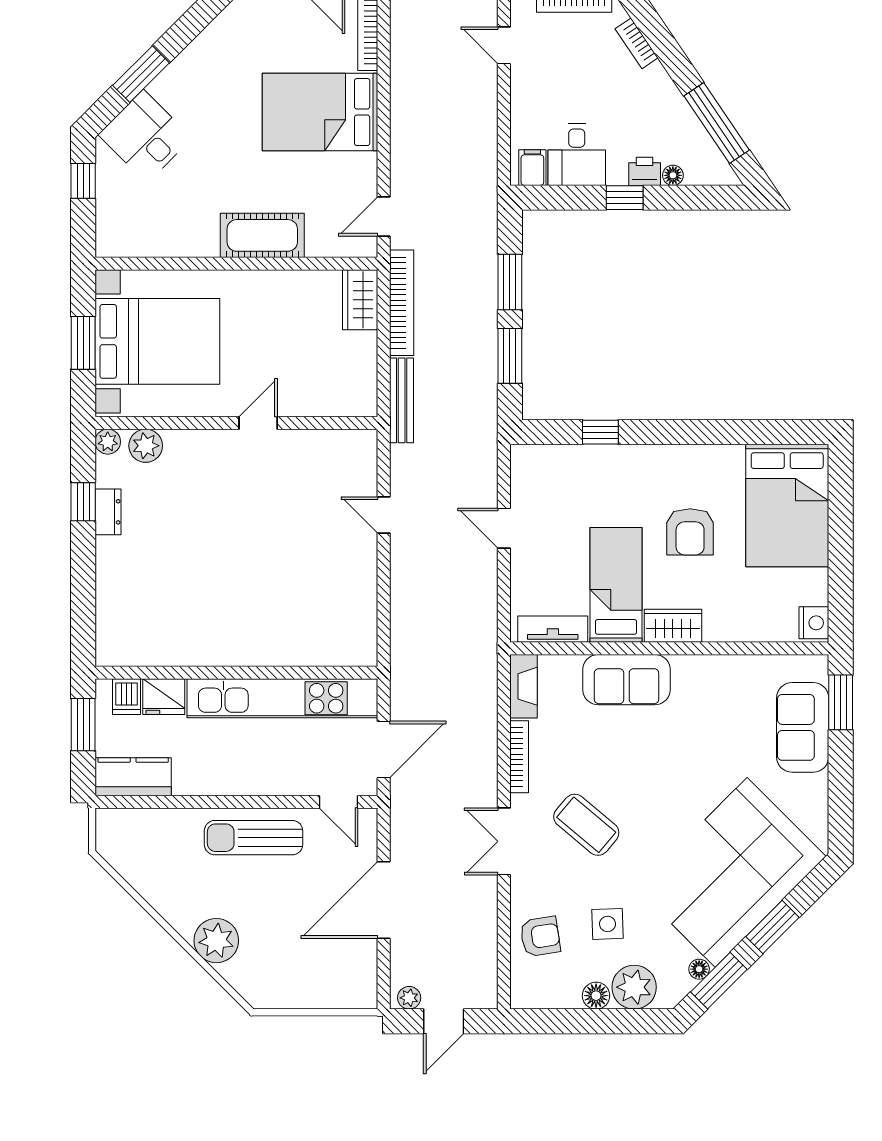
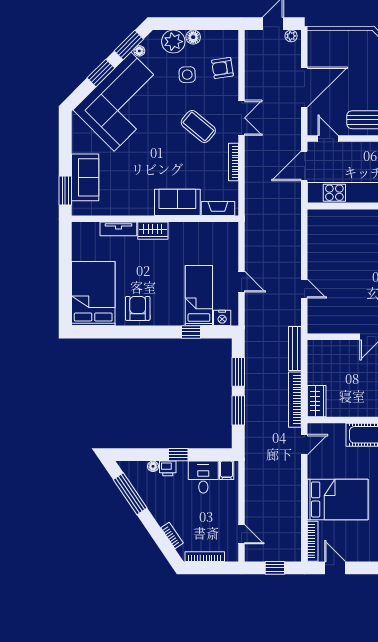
armchair: (690, 532) -> (138, 308), moved
bed: (616, 585) -> (199, 296), moved, turned 180
nightstand: (814, 623) -> (222, 318), moved, turned -90
tv unit: (553, 629) -> (118, 229), moved
fireplace: (524, 686) -> (218, 208), moved, turned 90

